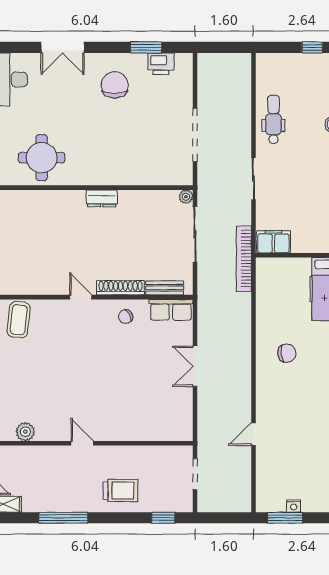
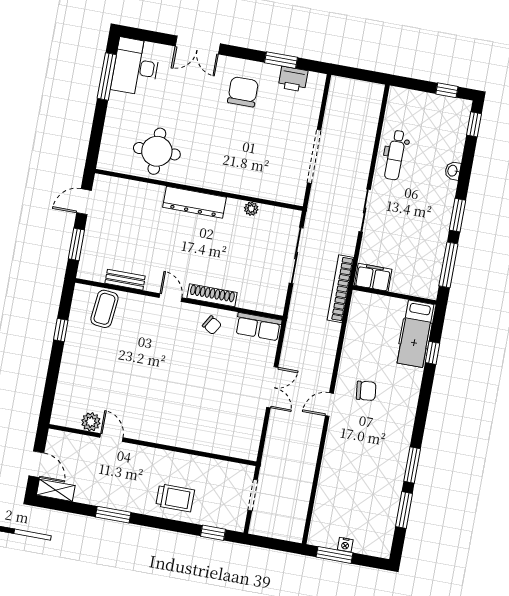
dental chair: (273, 119) -> (395, 155), turned 180
plant: (186, 197) -> (251, 209), moved
dresser: (102, 198) -> (194, 202), width x1.96, depth x1.24
bench: (165, 288) -> (125, 280), moved
chair: (126, 317) -> (212, 325), turned -118
double door: (195, 366) -> (272, 387), swing flipped
door: (253, 434) -> (329, 405), moved
door: (82, 443) -> (111, 438), moved
window: (63, 518) -> (113, 515), width x0.69

